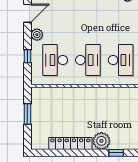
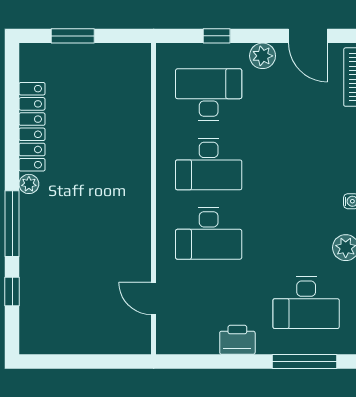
window: (27, 114) -> (73, 36), moved
plant: (101, 141) -> (29, 184), width x0.53, depth x0.53
window: (116, 153) -> (12, 224), width x2.17

